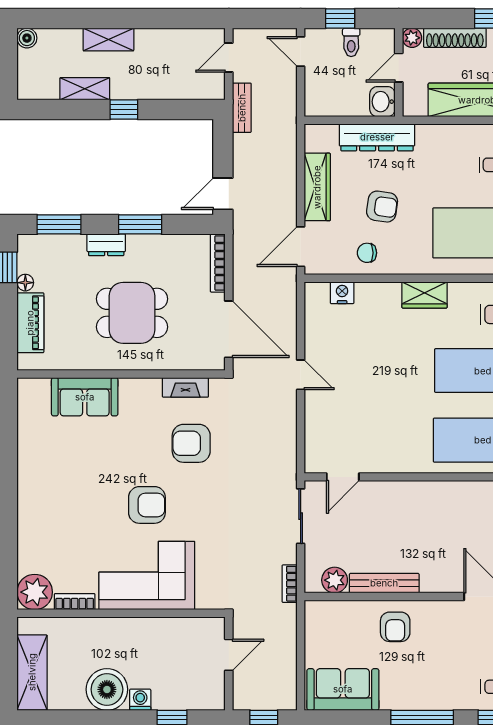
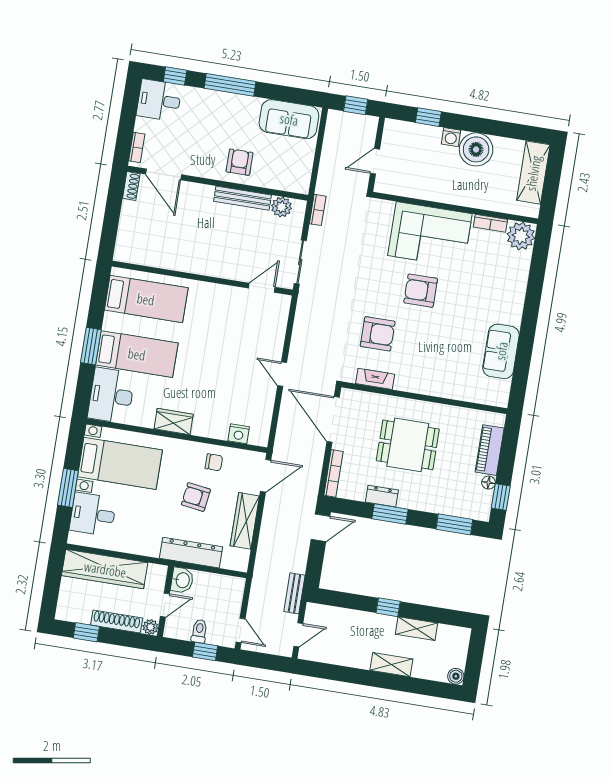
dresser: (106, 245) -> (382, 496), moved
sofa: (85, 397) -> (501, 351), moved, turned -90

